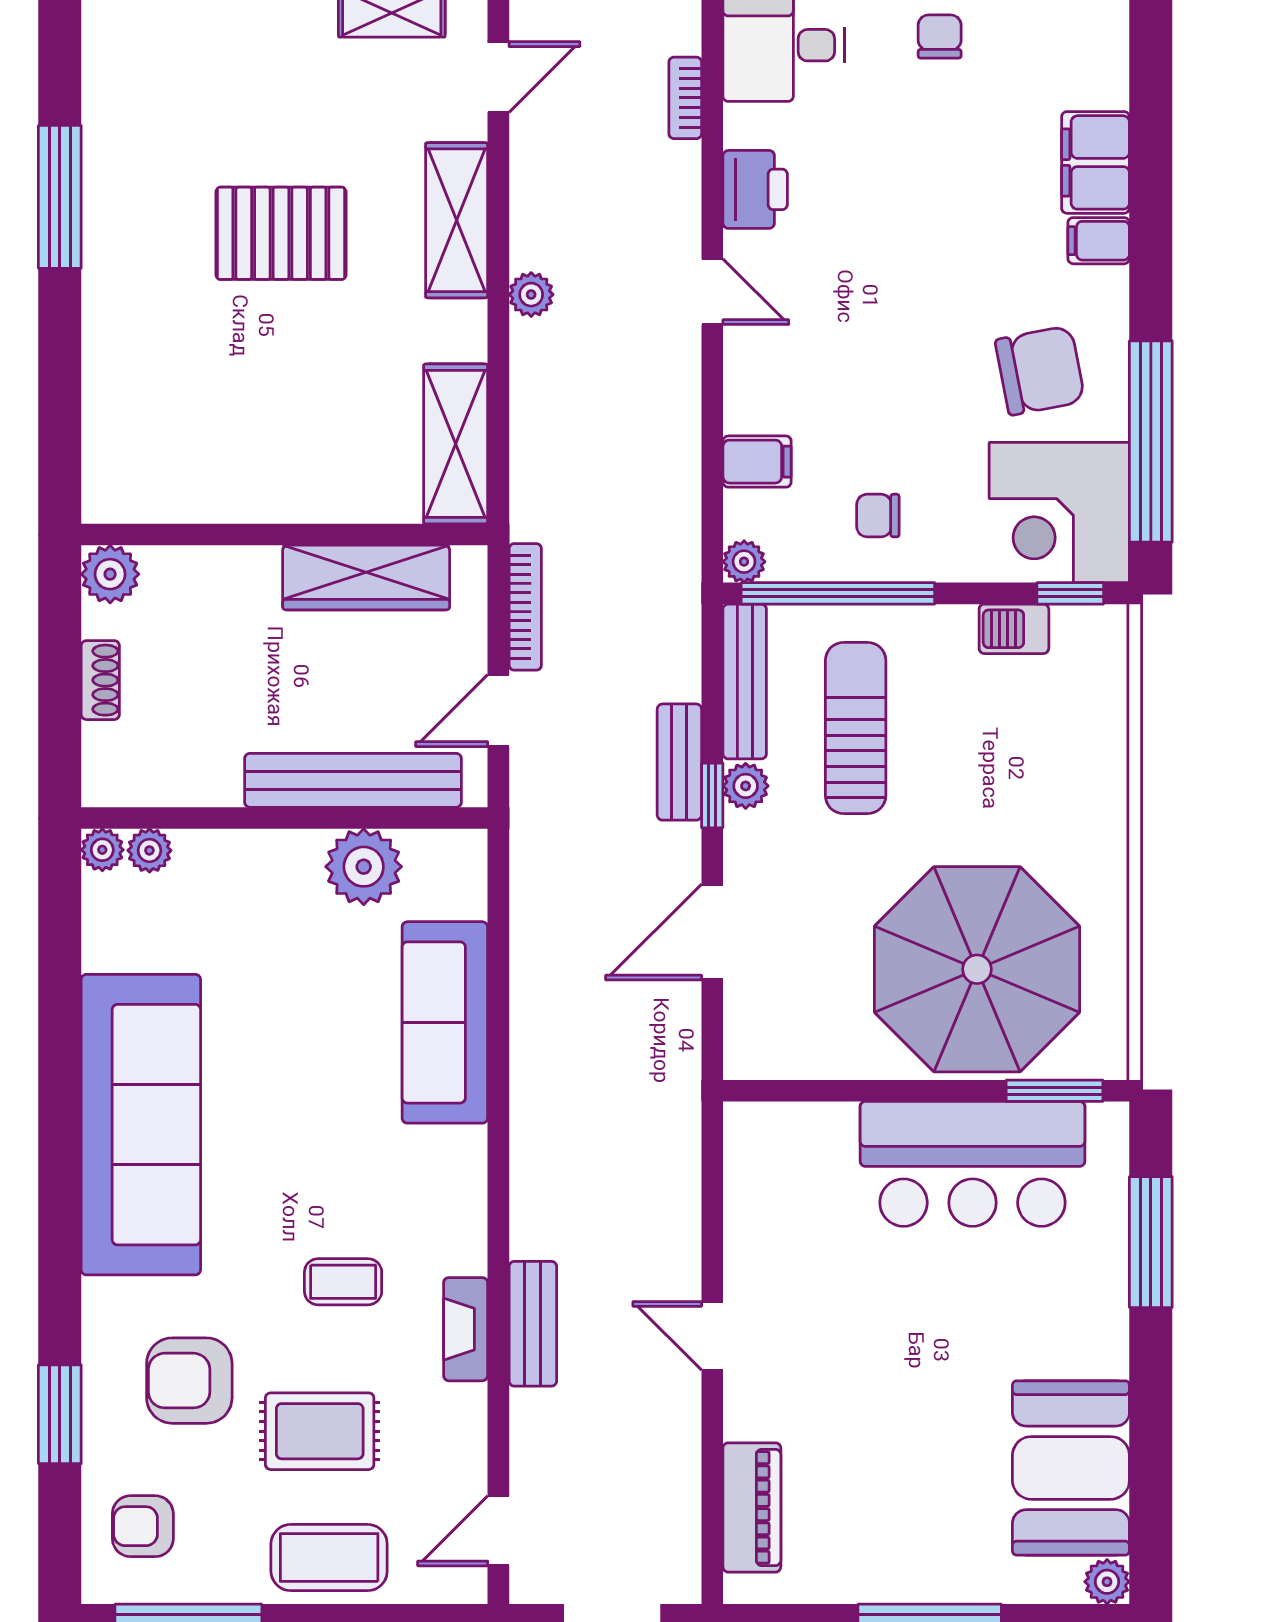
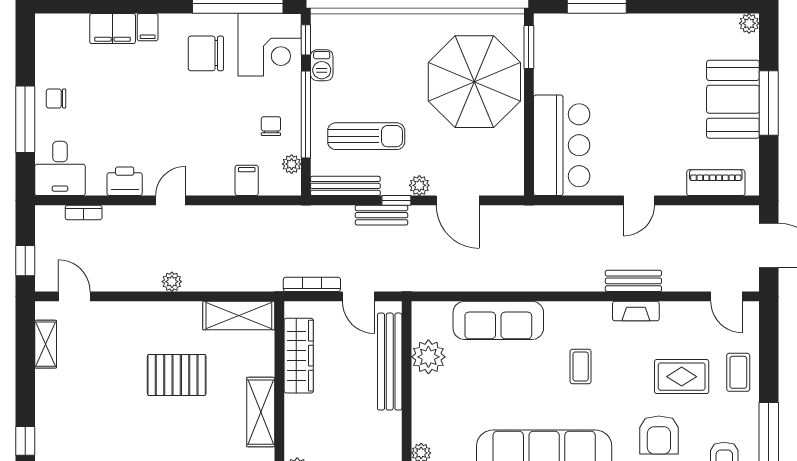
shelving: (457, 220) -> (261, 412), moved, turned 90
pallet: (281, 233) -> (177, 375), moved, turned 90
chair: (1040, 370) -> (206, 53), turned -79
chair: (878, 516) -> (271, 126), turned 180
plant: (744, 562) -> (292, 164), moved
window: (838, 593) -> (306, 114), moved
sun lounger: (856, 728) -> (366, 136), turned 180
plant: (746, 786) -> (419, 185), moved
bar counter: (972, 1164) -> (562, 145), moved
coffee table: (343, 1282) -> (581, 366), moved
rug: (320, 1431) -> (682, 377), turned 90
booth: (1071, 1468) -> (733, 99), moved, turned 90
coffee table: (329, 1558) -> (738, 372), width x0.73, depth x0.77

